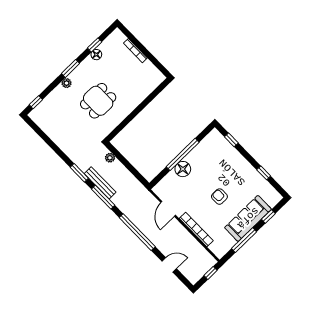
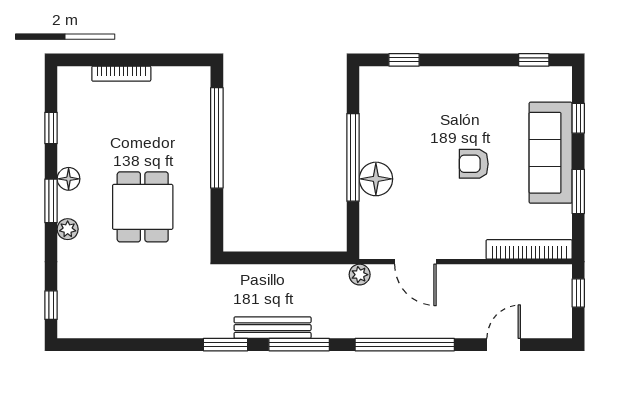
floor lamp: (96, 55) -> (69, 179), moved
window: (145, 103) -> (217, 138), added
plant: (110, 158) -> (360, 275), moved
window: (264, 173) -> (534, 60), moved
bookcase: (196, 229) -> (529, 249), moved
window: (244, 240) -> (578, 191), width x0.69

